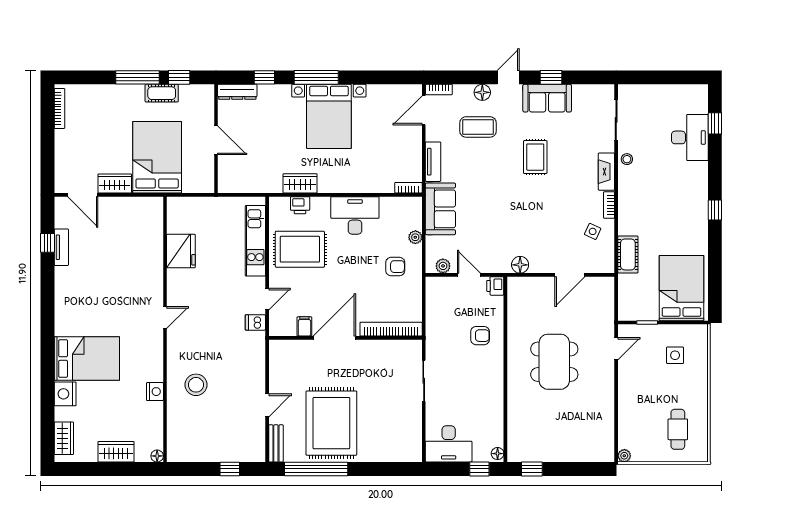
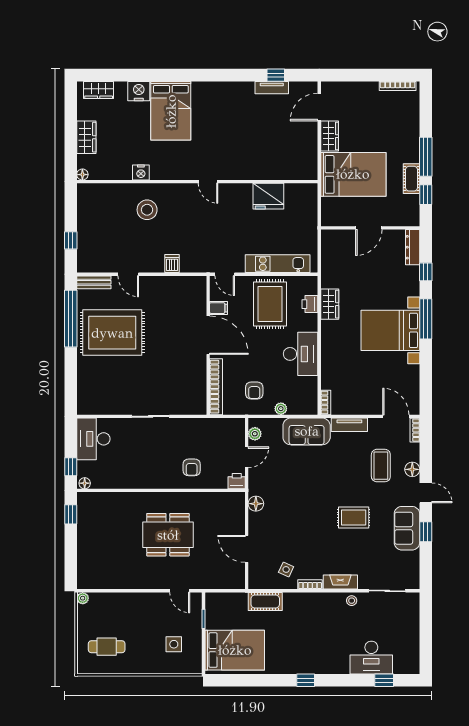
dishwasher: (255, 322) -> (172, 264), moved
filing cabinet: (304, 326) -> (218, 308), moved
bookcase: (391, 329) -> (216, 387), moved
door: (334, 338) -> (208, 335), moved
wall: (345, 338) -> (208, 345), moved

